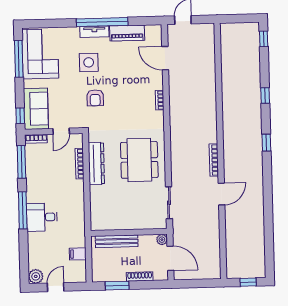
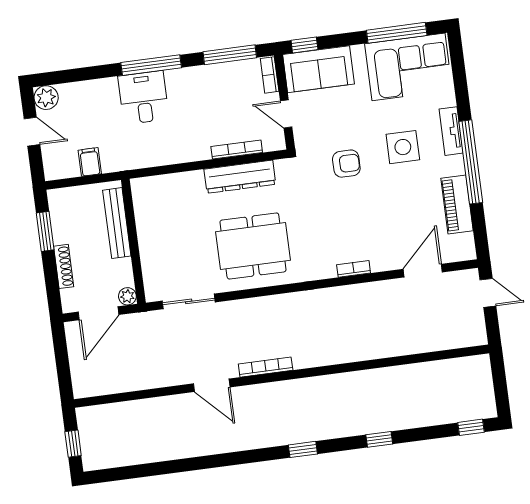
tv unit: (94, 32) -> (451, 131), moved
armchair: (95, 98) -> (346, 164), turned 180

